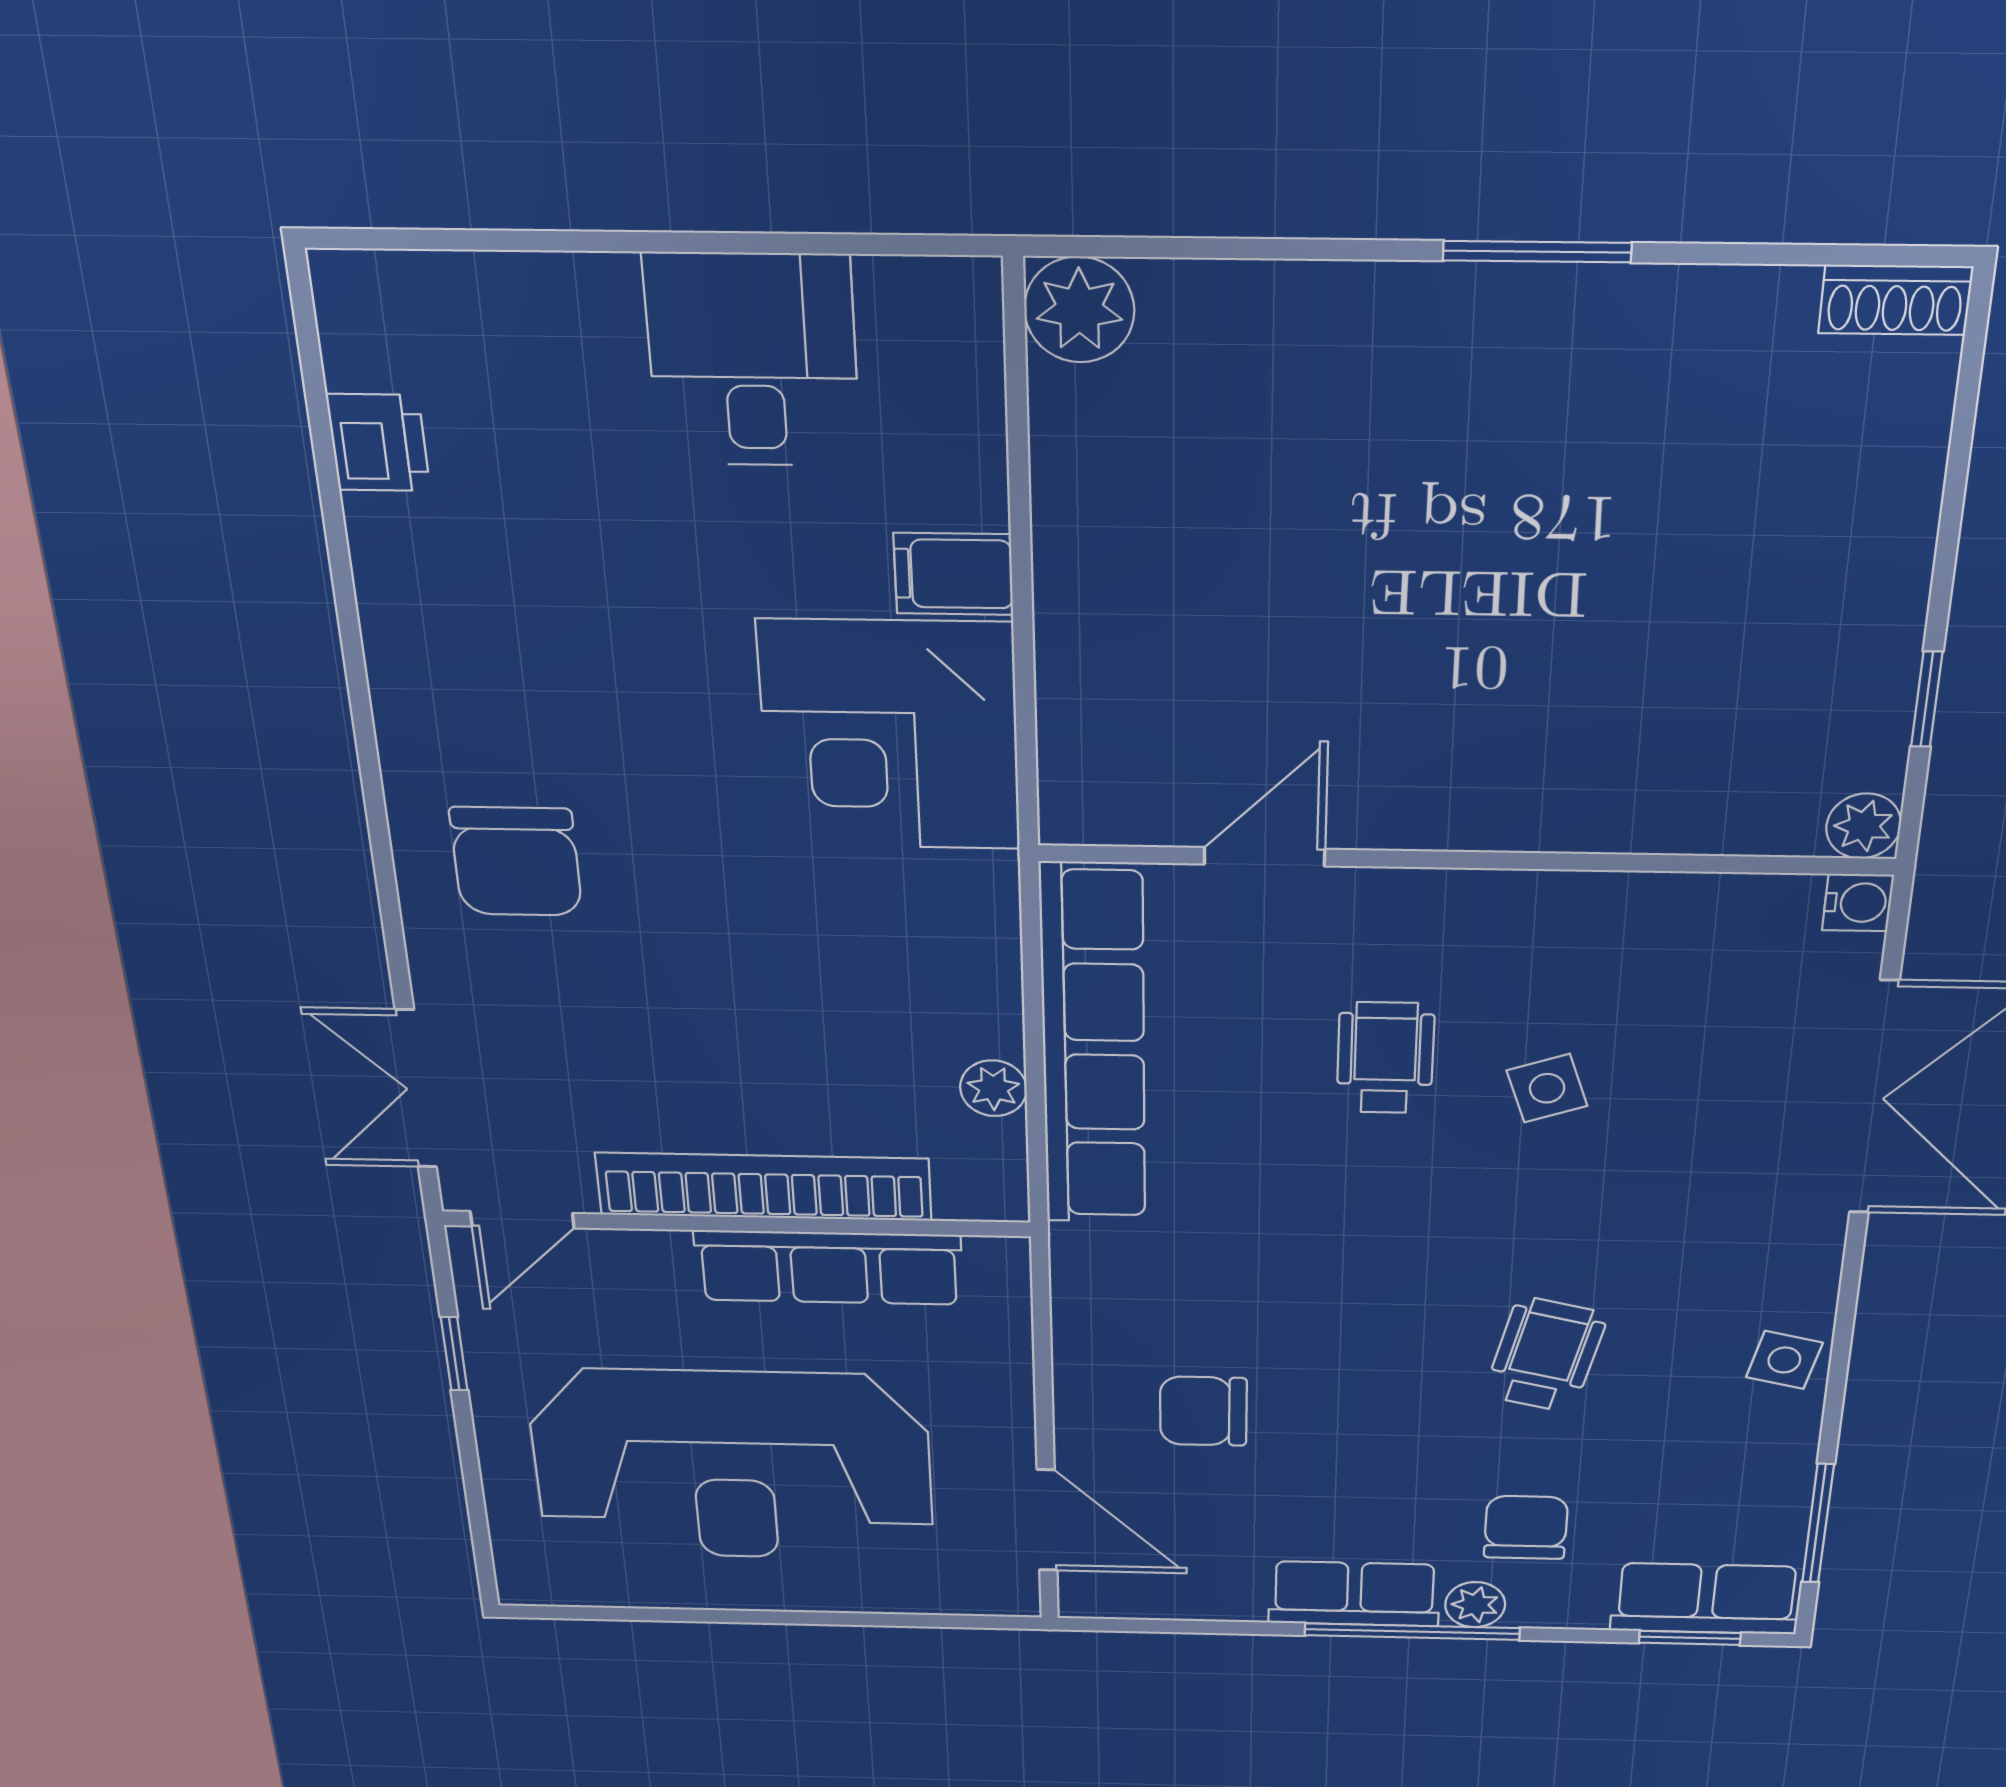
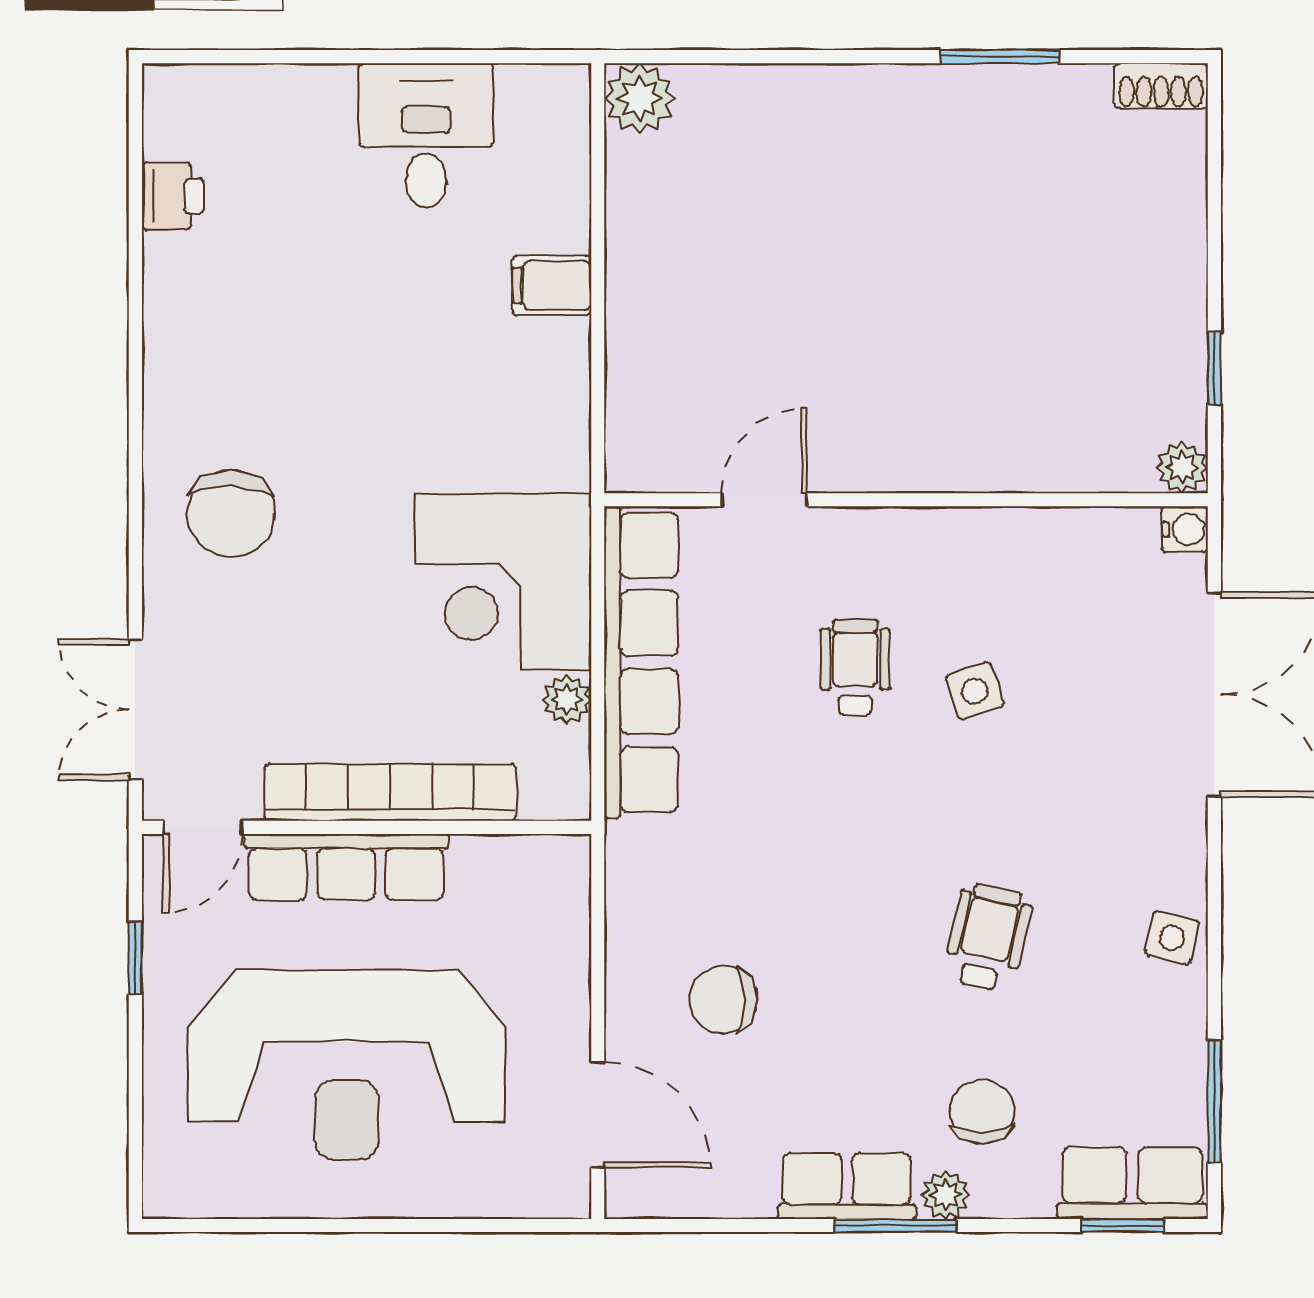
window: (1537, 252) -> (1000, 57), moved
corner desk: (890, 735) -> (503, 582), moved
row of seats: (829, 1267) -> (346, 867), moved
window: (1412, 1632) -> (896, 1226), width x0.69

